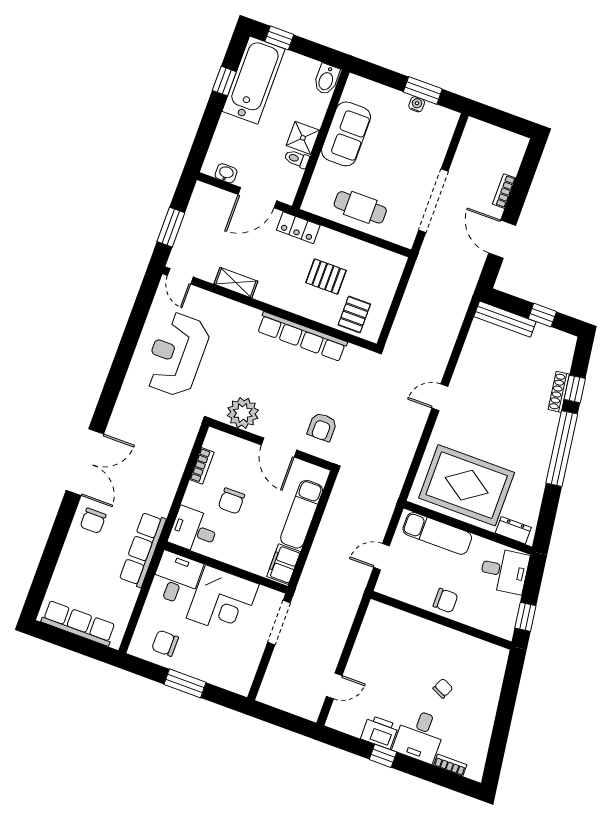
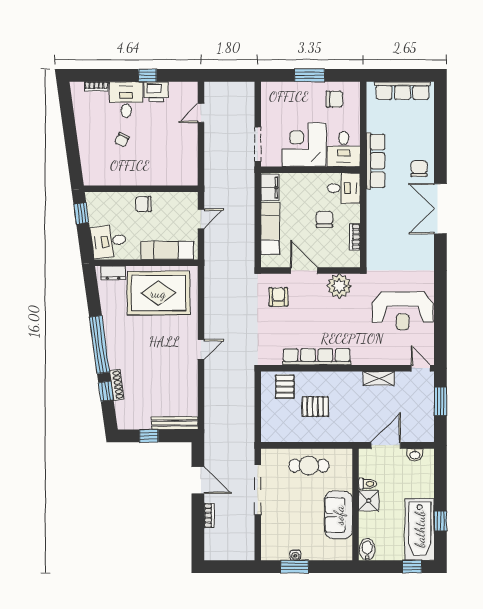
locker: (298, 228) -> (348, 435), removed
reception desk: (177, 354) -> (403, 311), turned 90

